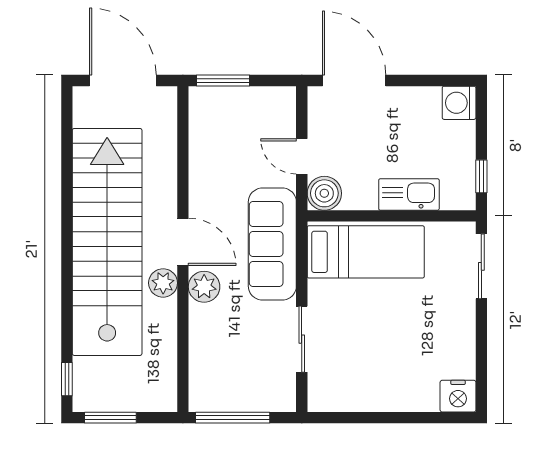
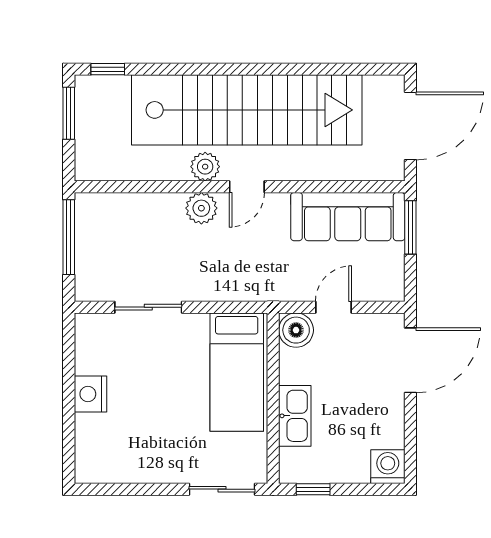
door: (183, 242) -> (247, 187), width x0.73
sofa: (272, 244) -> (348, 217), moved, turned 180
nightstand: (458, 396) -> (90, 394), moved

